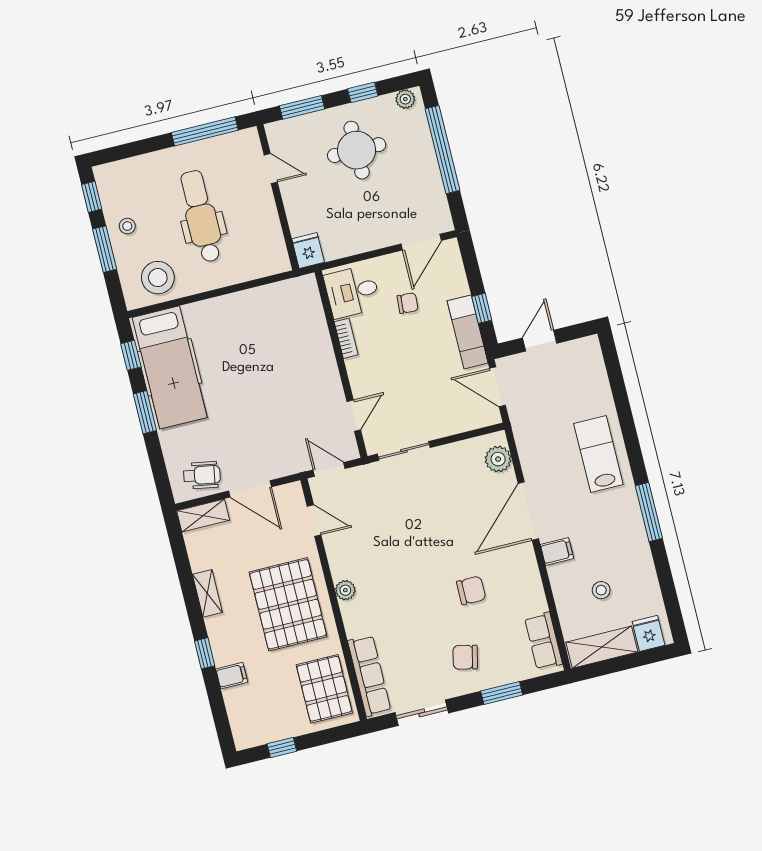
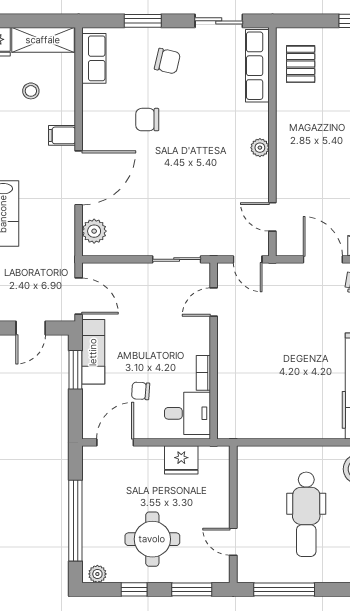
fridge: (308, 251) -> (181, 460), moved, width x1.38
window: (482, 308) -> (75, 370), width x1.50
pallet: (288, 604) -> (314, 148), removed
pallet: (324, 689) -> (301, 64), width x0.67, depth x0.71

